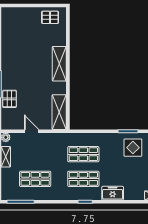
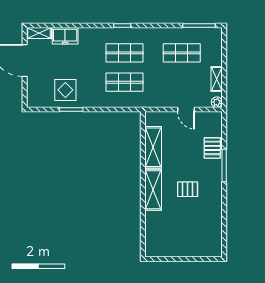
pallet: (50, 17) -> (188, 189), moved
shelving: (59, 112) -> (153, 147), moved
freezer: (113, 193) -> (65, 36), moved

